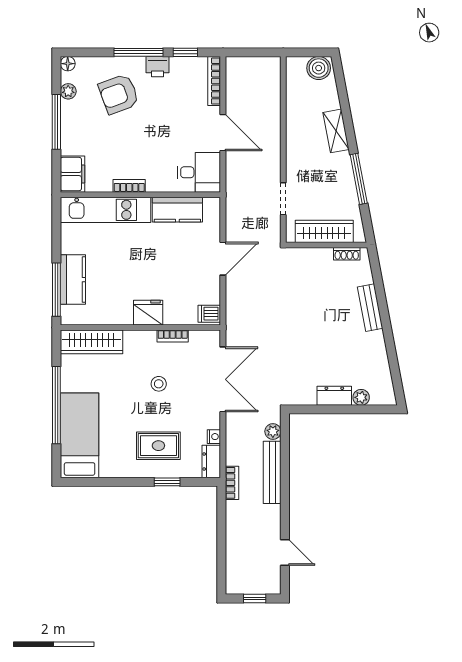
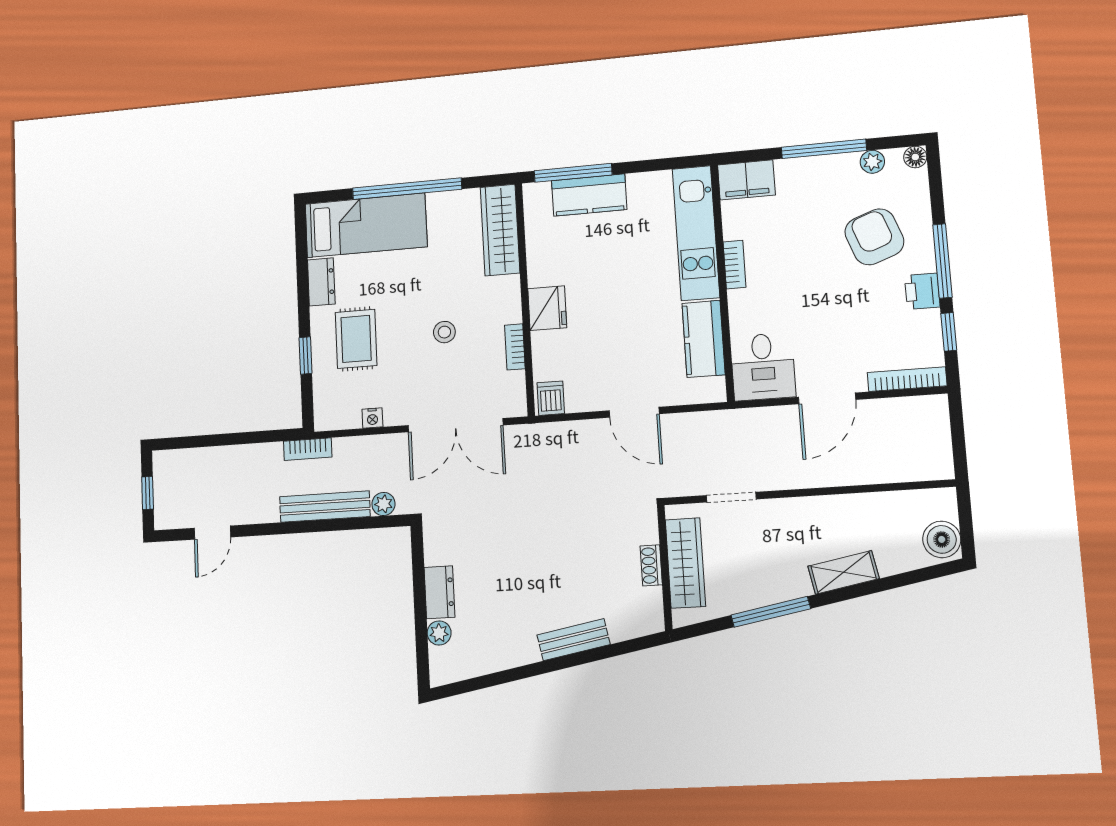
shoe rack: (347, 254) -> (651, 565), moved
dresser: (211, 461) -> (321, 282), moved, turned 90

